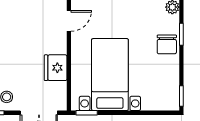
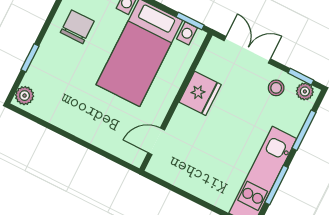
chair: (167, 44) -> (77, 27), moved

